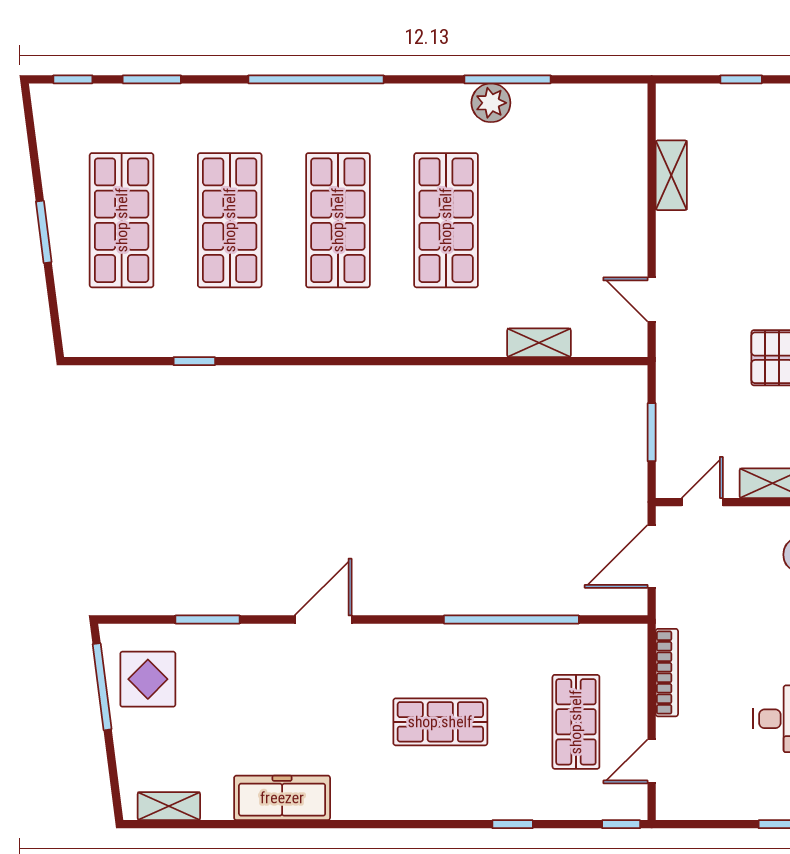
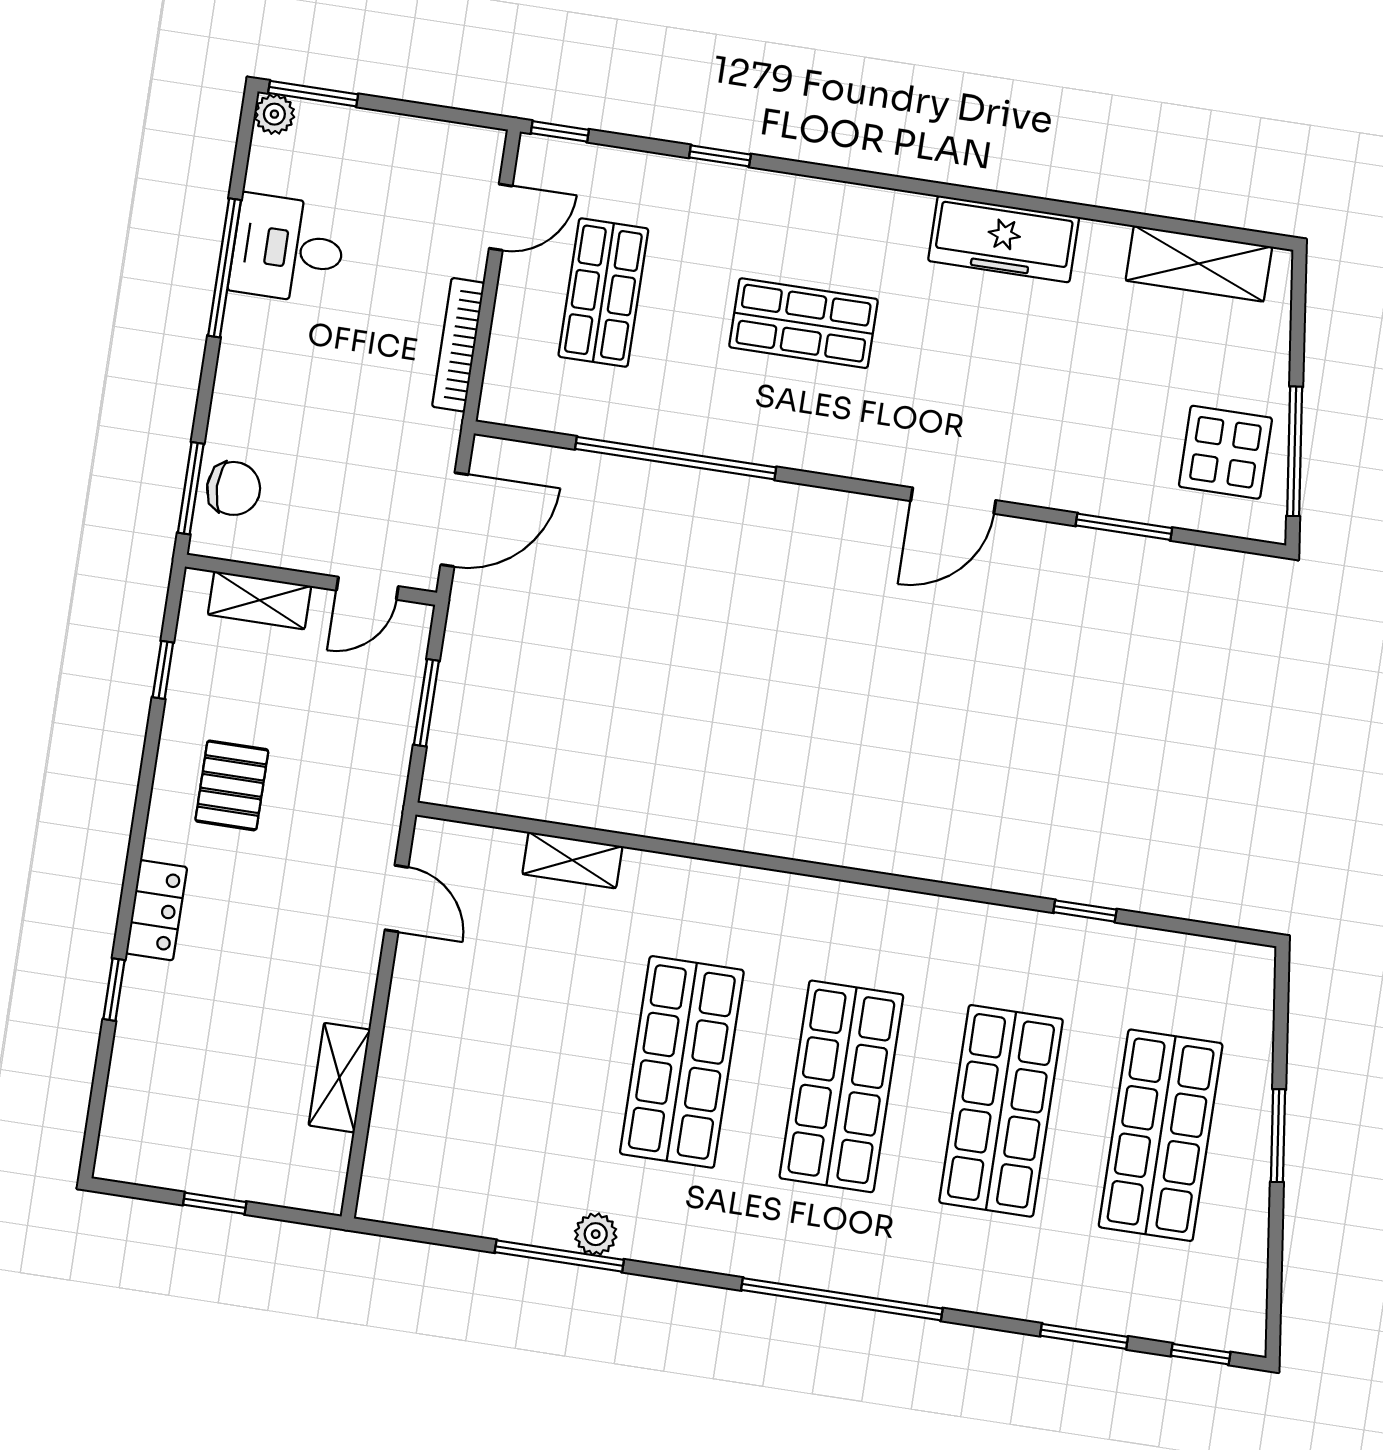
plant: (491, 103) -> (596, 1234), width x0.73, depth x0.73
freezer: (282, 798) -> (1004, 239), moved
shelving: (169, 806) -> (1199, 264), width x1.50, depth x1.33

